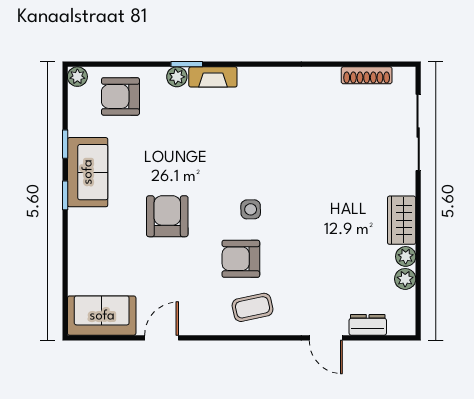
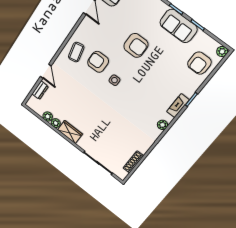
plant: (177, 77) -> (162, 125), moved
armchair: (120, 96) -> (199, 63), turned 180
armchair: (241, 259) -> (98, 62), turned -90
door: (326, 338) -> (46, 71), swing flipped

